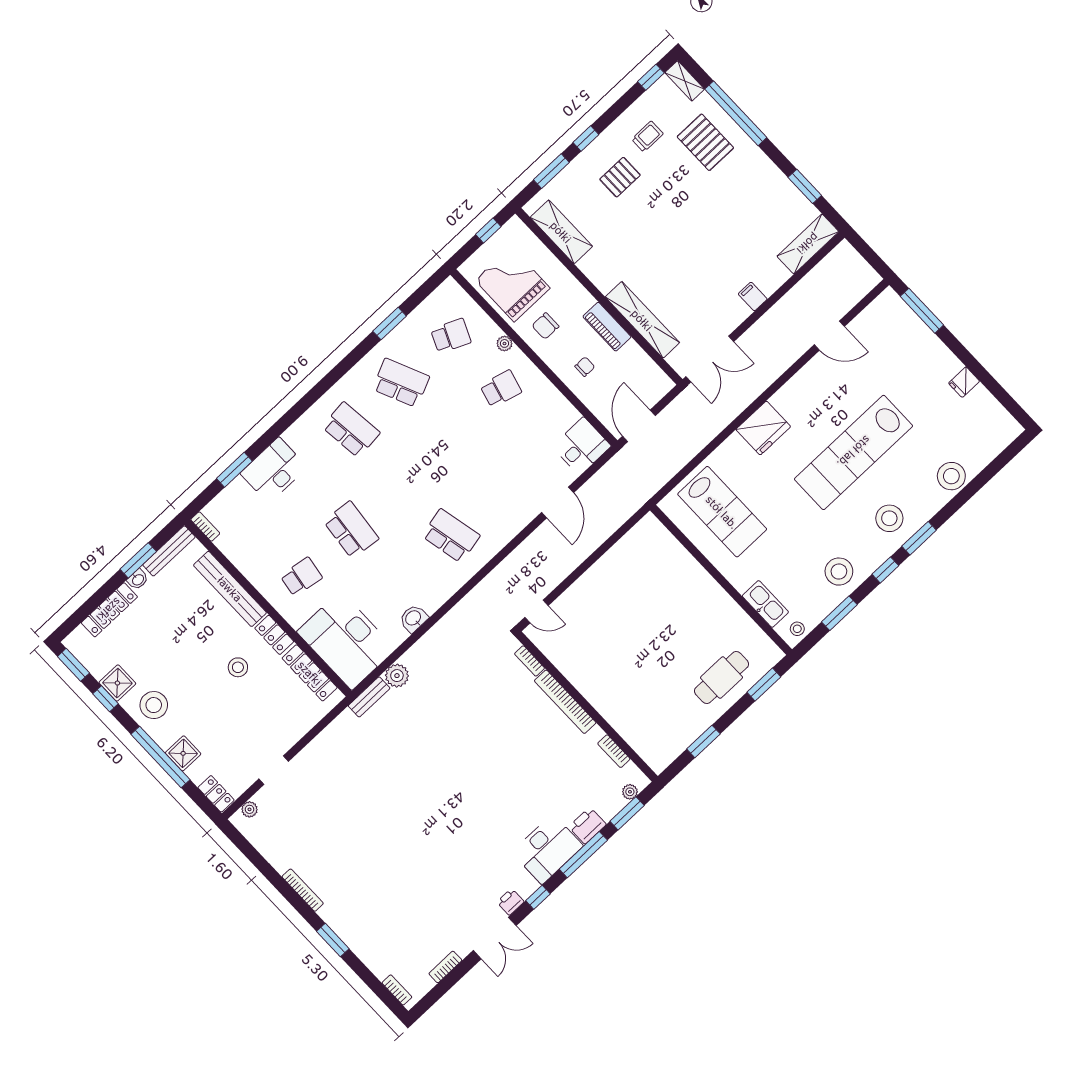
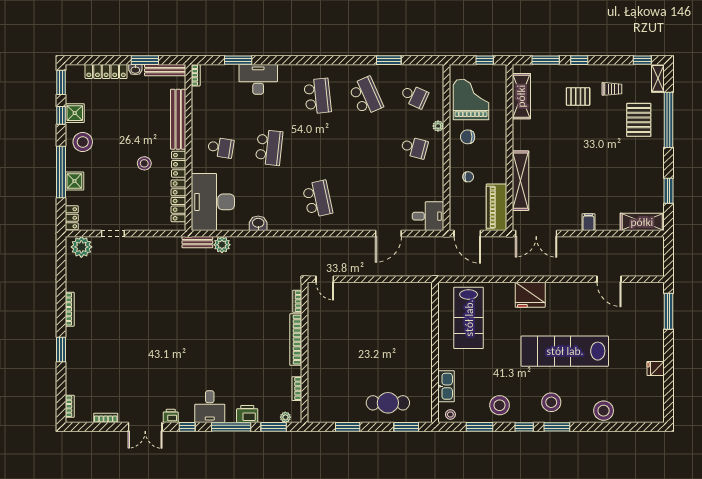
piano: (607, 327) -> (496, 207), moved, width x1.37, depth x1.33
door: (639, 426) -> (467, 233), swing flipped
plant: (250, 809) -> (81, 247), width x1.87, depth x1.87
desk: (547, 849) -> (210, 407), width x0.73

